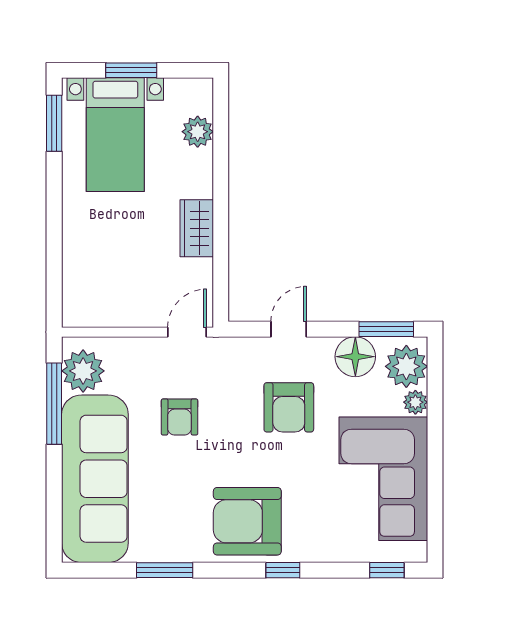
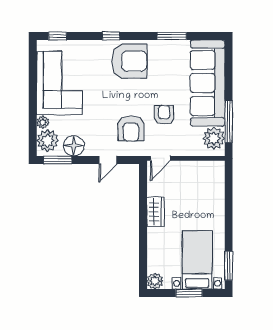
plant: (198, 132) -> (155, 281), moved
armchair: (289, 407) -> (131, 128), moved, turned 180

